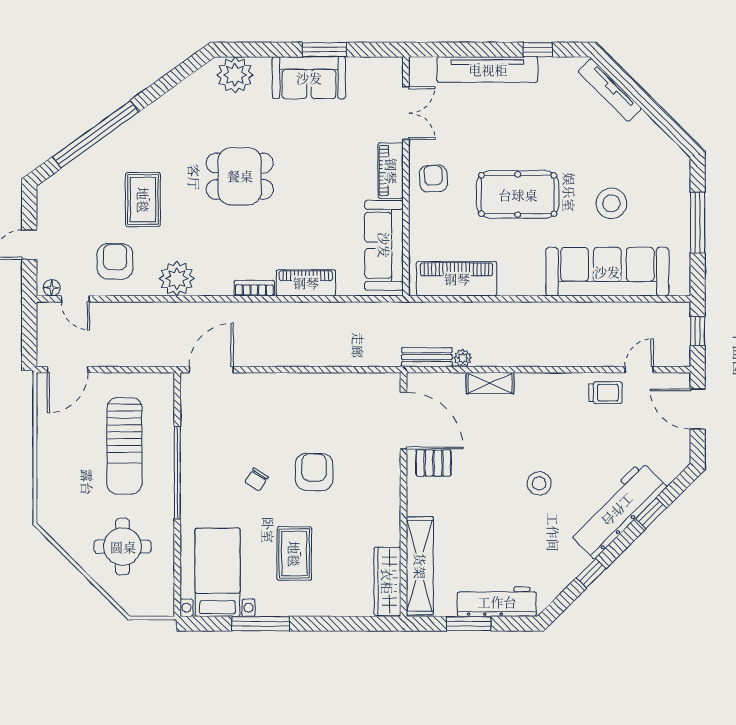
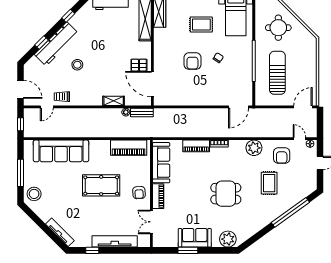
stool: (611, 203) -> (34, 194), moved
stool: (539, 483) -> (77, 65), moved
rug: (294, 554) -> (201, 25), turned 90

